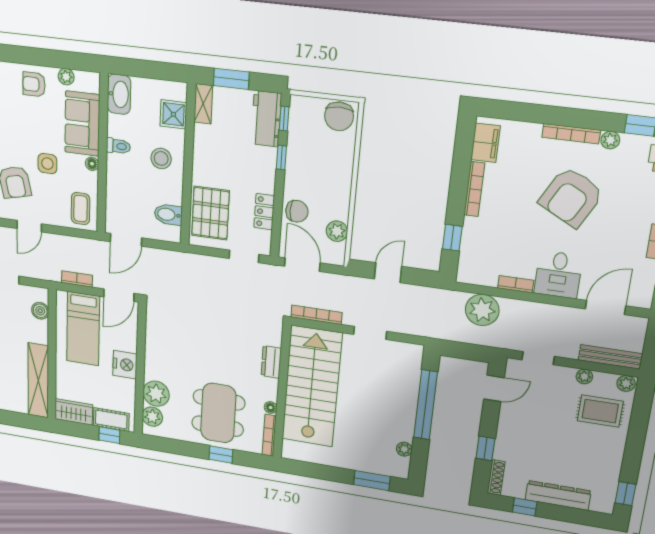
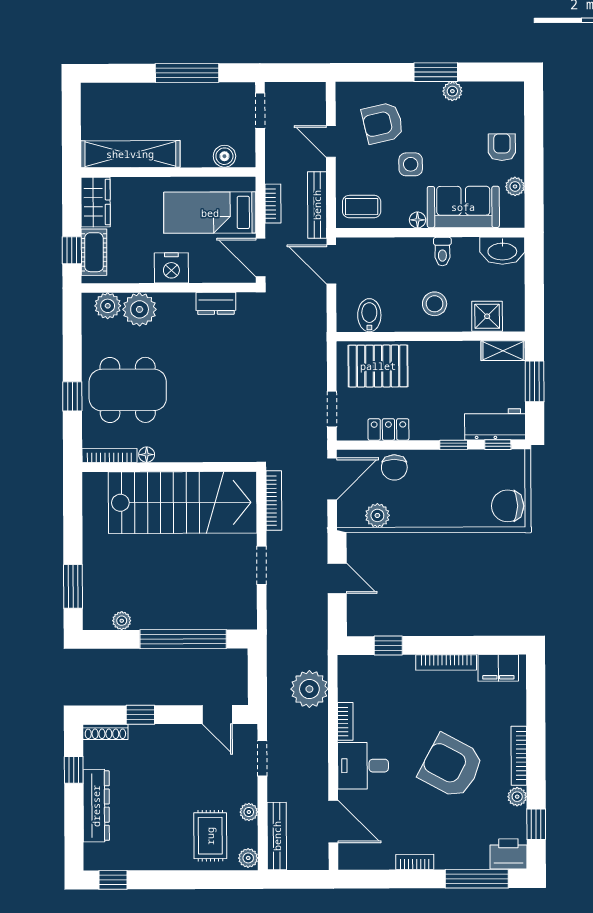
bench: (79, 244) -> (317, 205), added
dresser: (271, 362) -> (216, 303), moved, turned 180

